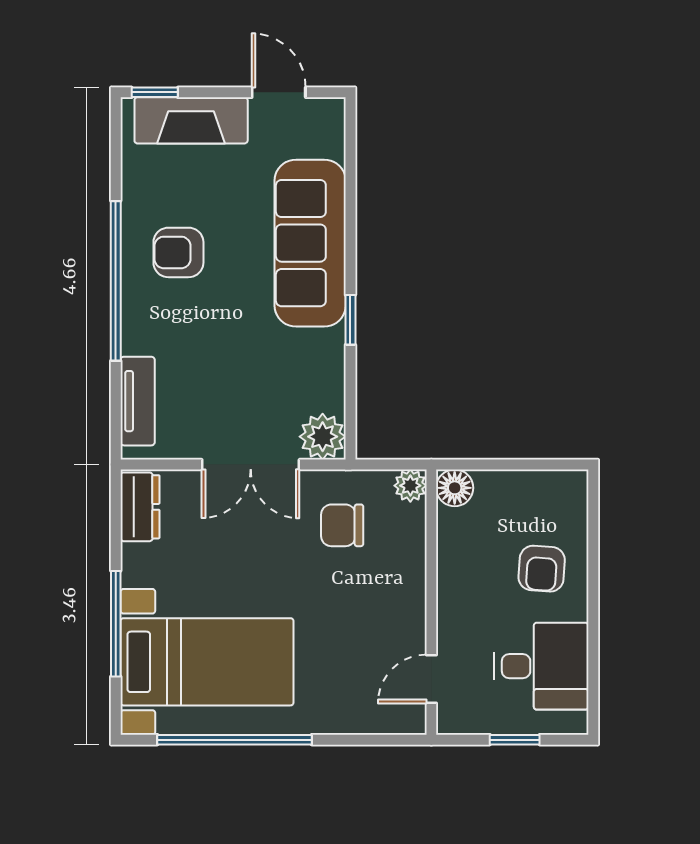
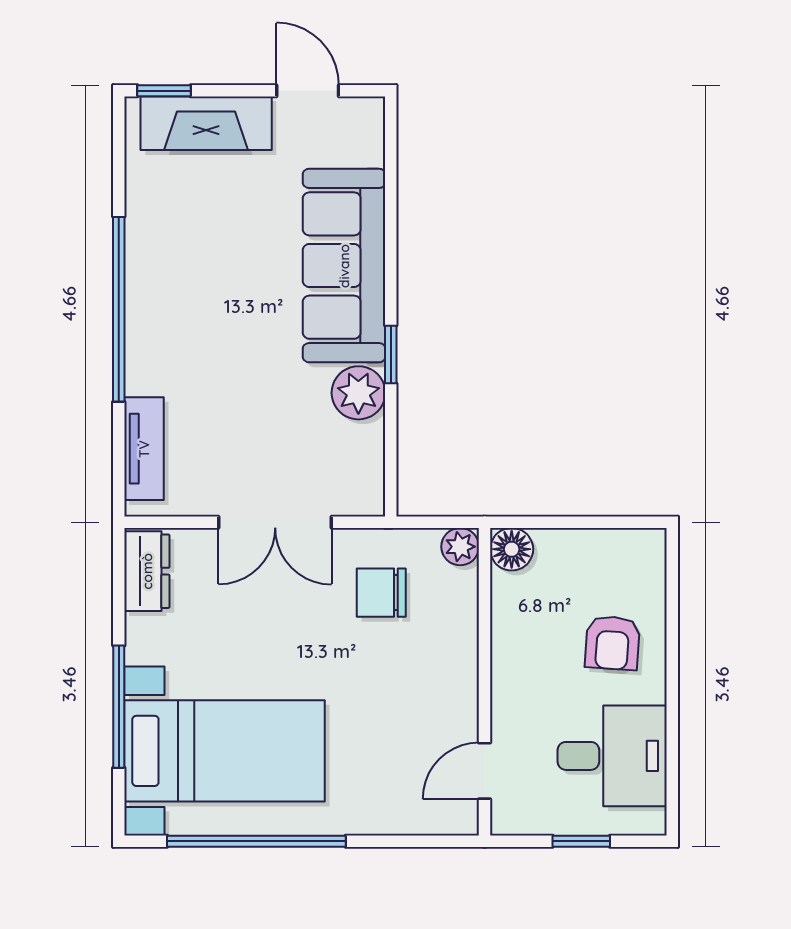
armchair: (178, 252) -> (191, 276), removed
plant: (323, 437) -> (358, 393), moved

